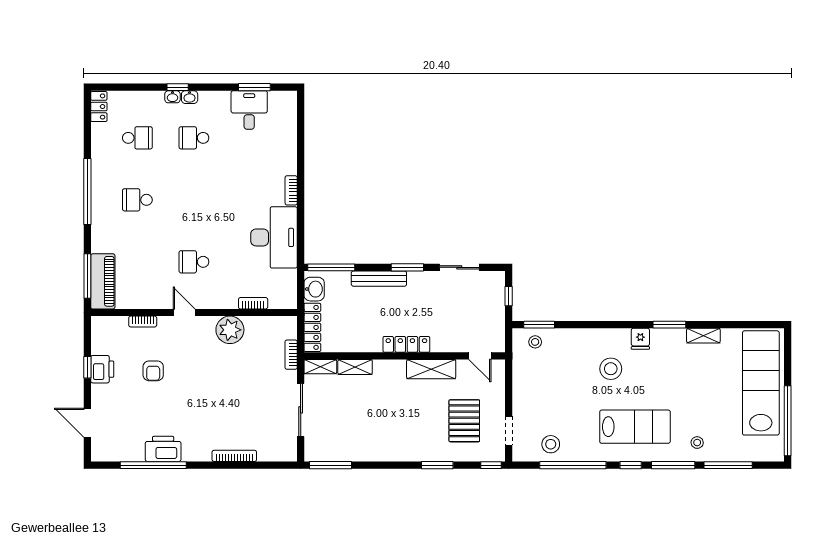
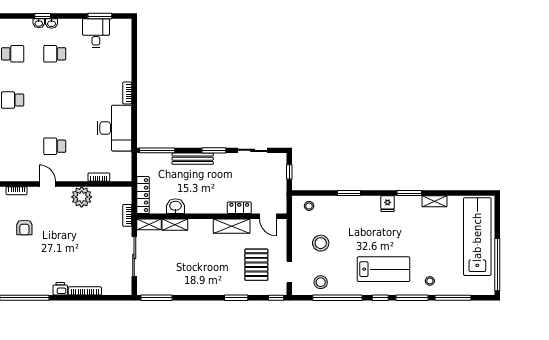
washbasin: (314, 289) -> (175, 206), moved, turned -90
window: (539, 325) -> (349, 193), moved
locker: (406, 344) -> (239, 208), moved, width x0.66
stool: (611, 369) -> (321, 243), moved
printer: (163, 449) -> (60, 289), moved, width x0.53, depth x0.68

